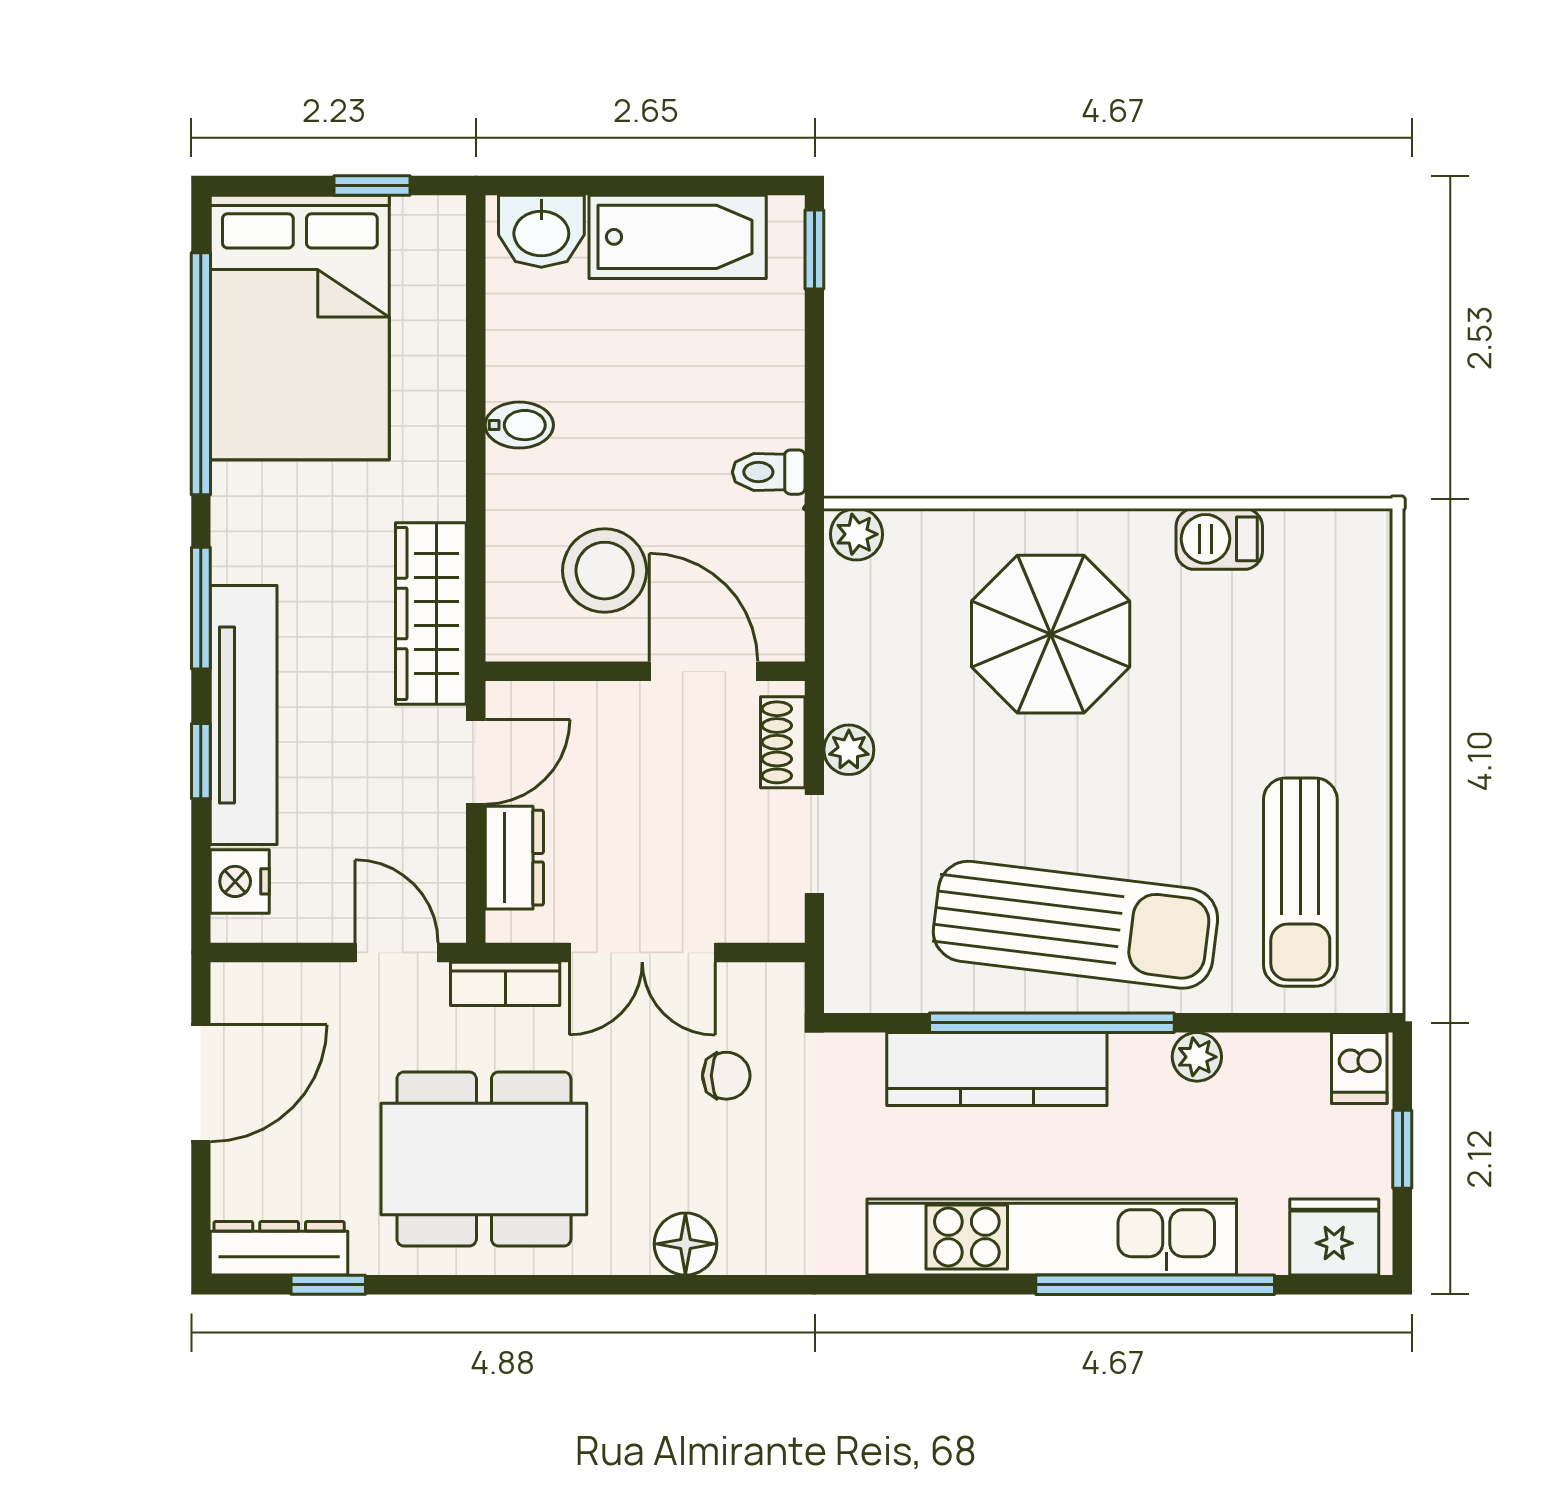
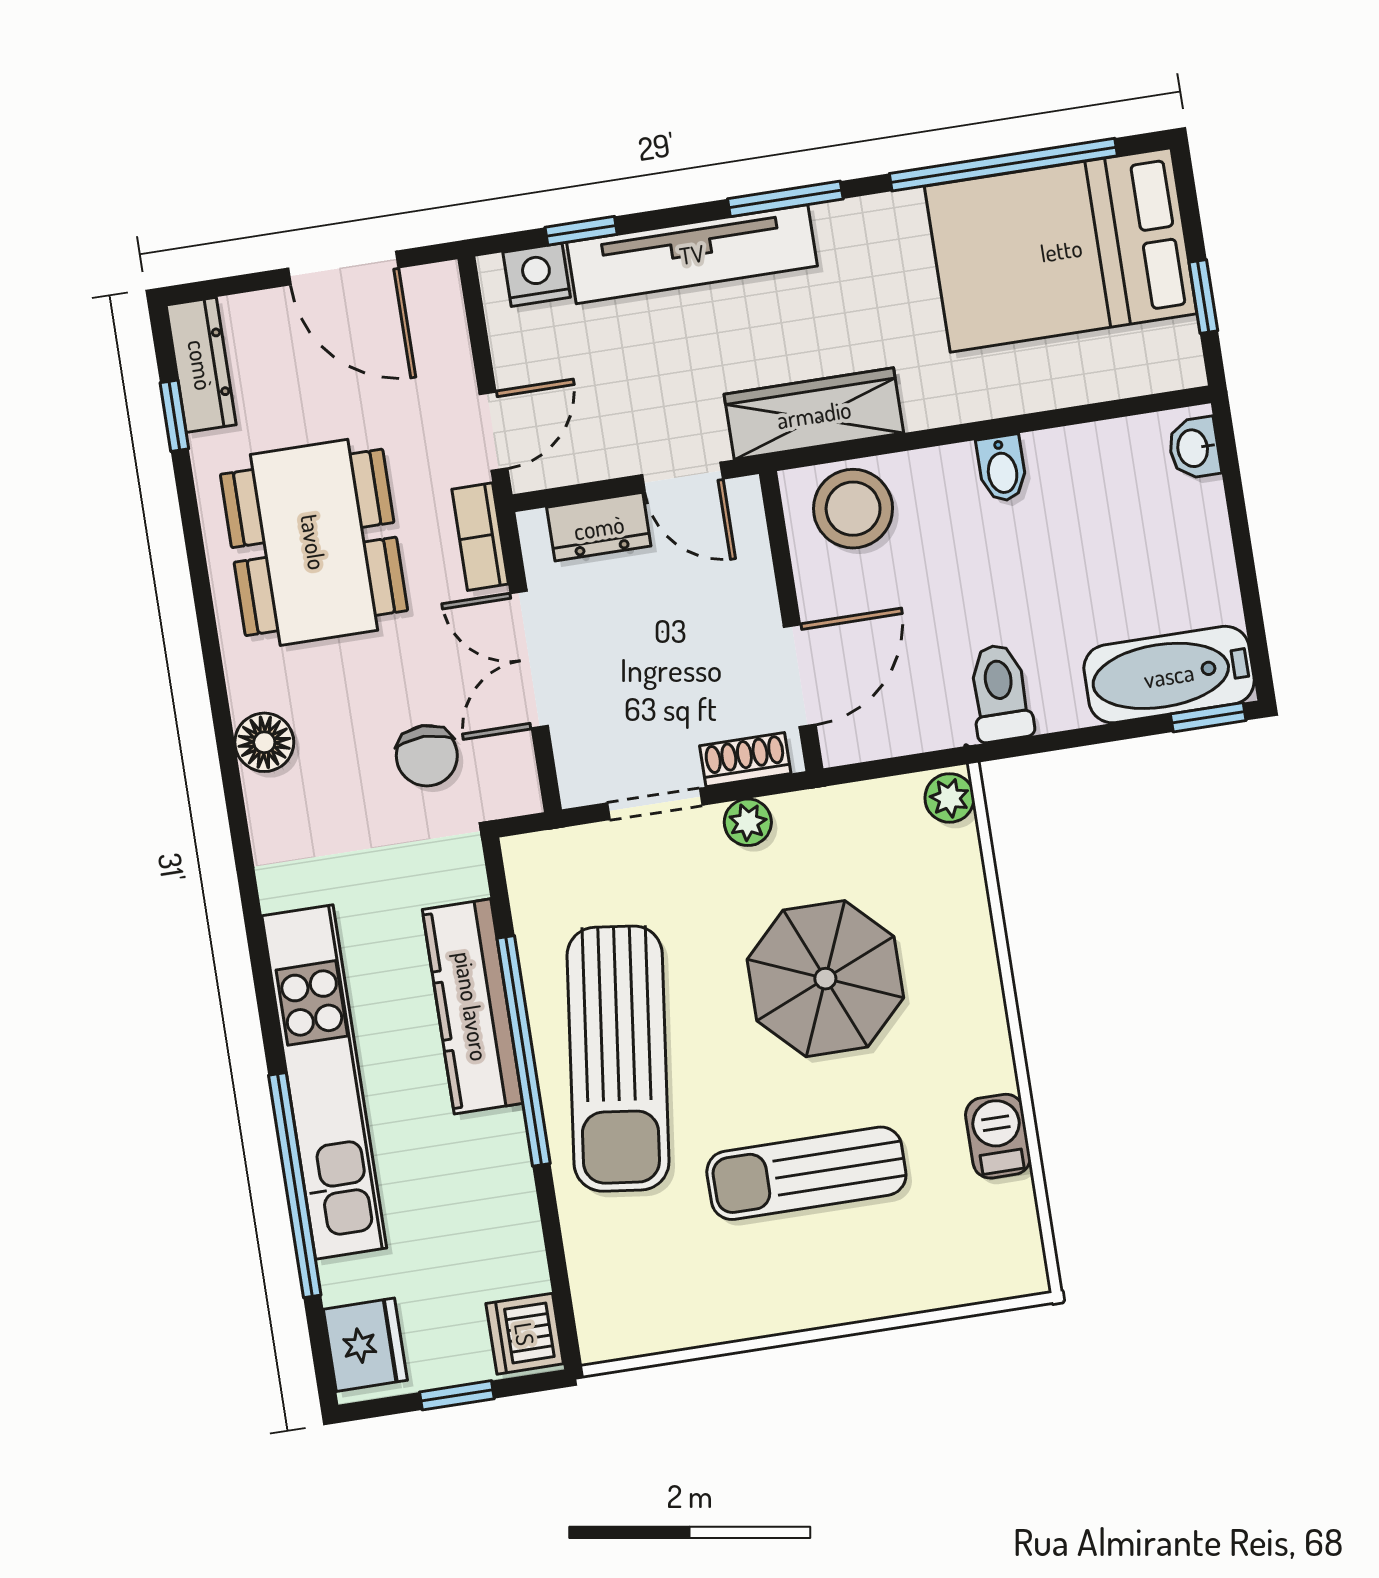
washbasin: (541, 231) -> (1194, 448), width x0.72, depth x0.69
bathtub: (678, 237) -> (1169, 675), moved, turned 90
toilet: (769, 472) -> (1000, 693), width x1.37, depth x1.39
stool: (605, 571) -> (853, 509), moved
parasol: (1051, 634) -> (825, 979), moved
window: (201, 761) -> (581, 231), moved
sun lounger: (1300, 882) -> (806, 1173), moved
plant: (1197, 1057) -> (513, 1191), removed
dishwasher: (1359, 1068) -> (525, 1334), width x1.38
chair: (726, 1076) -> (427, 756), width x1.37, depth x1.37

